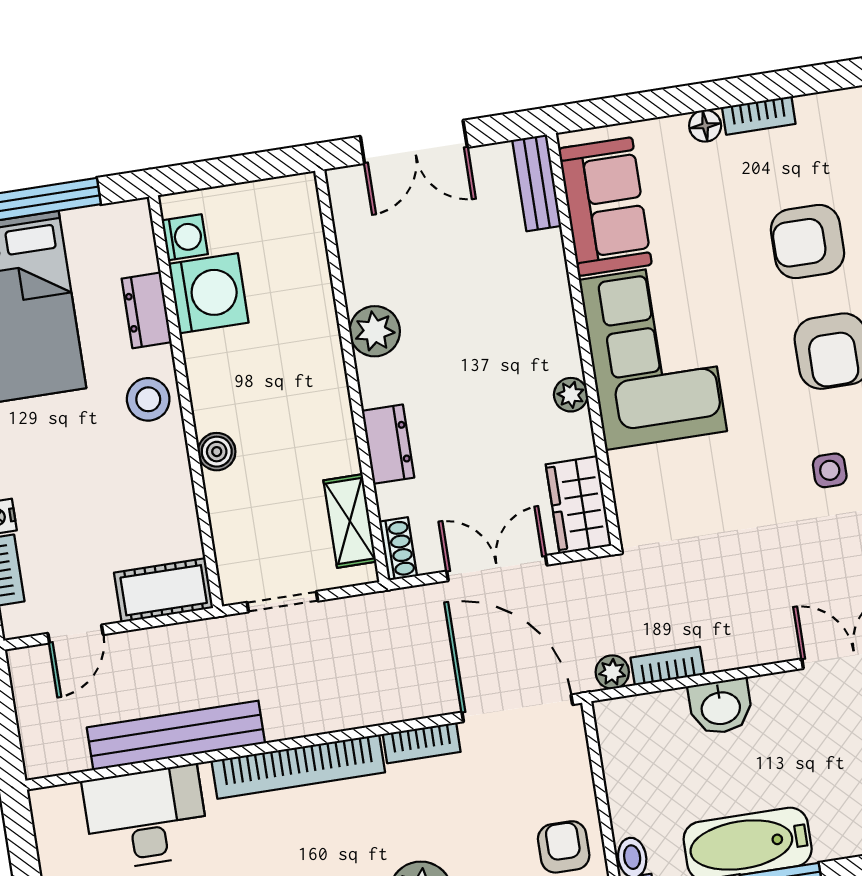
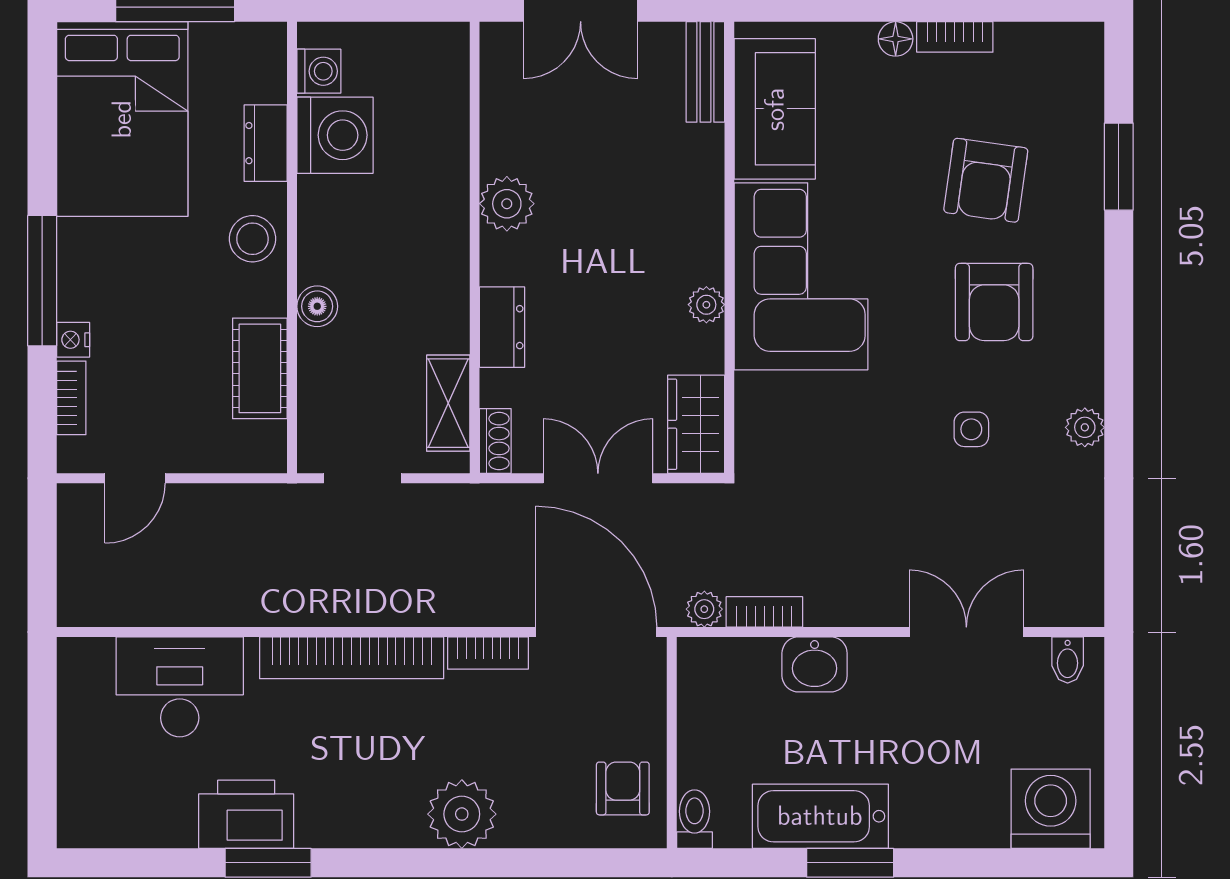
armchair: (807, 241) -> (986, 180), turned -82
cot: (164, 590) -> (260, 368), moved, turned 90
bench: (176, 735) -> (226, 604), removed

